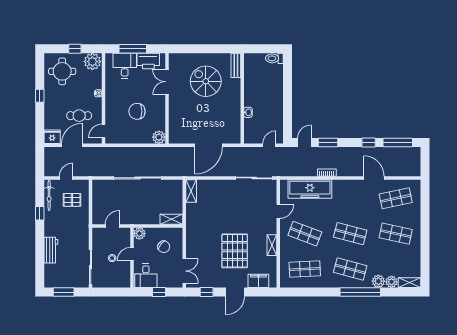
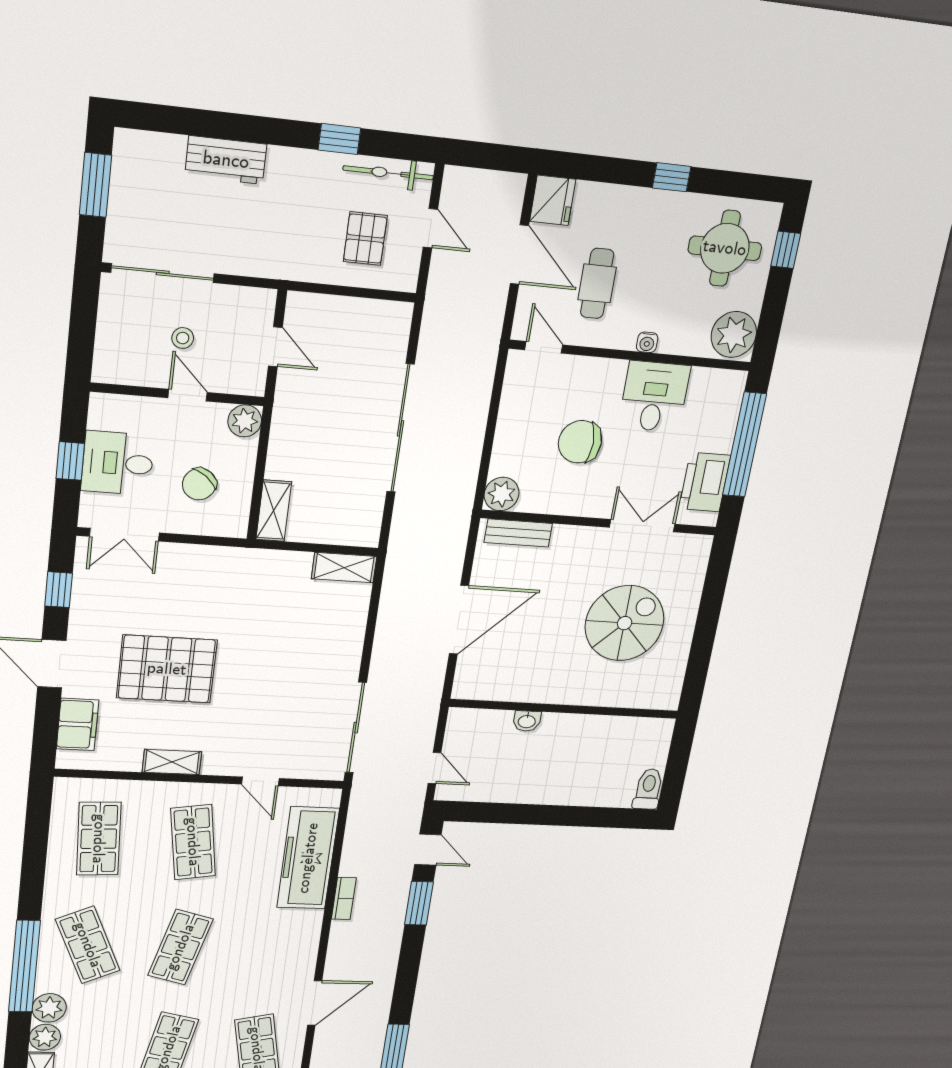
window: (75, 49) -> (786, 250), moved
window: (133, 49) -> (745, 445), width x1.46
bench: (236, 65) -> (518, 533), moved
desk: (125, 66) -> (654, 397), moved, turned -90
chair: (137, 111) -> (580, 442), turned -90
window: (369, 143) -> (404, 993), removed
door: (209, 145) -> (459, 620), swing flipped
shop shelf: (305, 234) -> (193, 842), turned -30
shop shelf: (350, 269) -> (88, 945), turned -39
desk: (146, 276) -> (118, 463), moved

